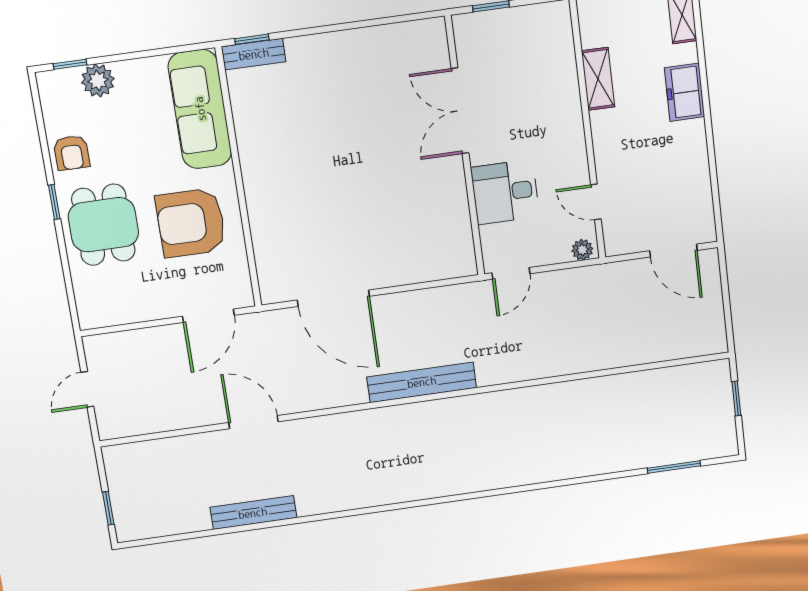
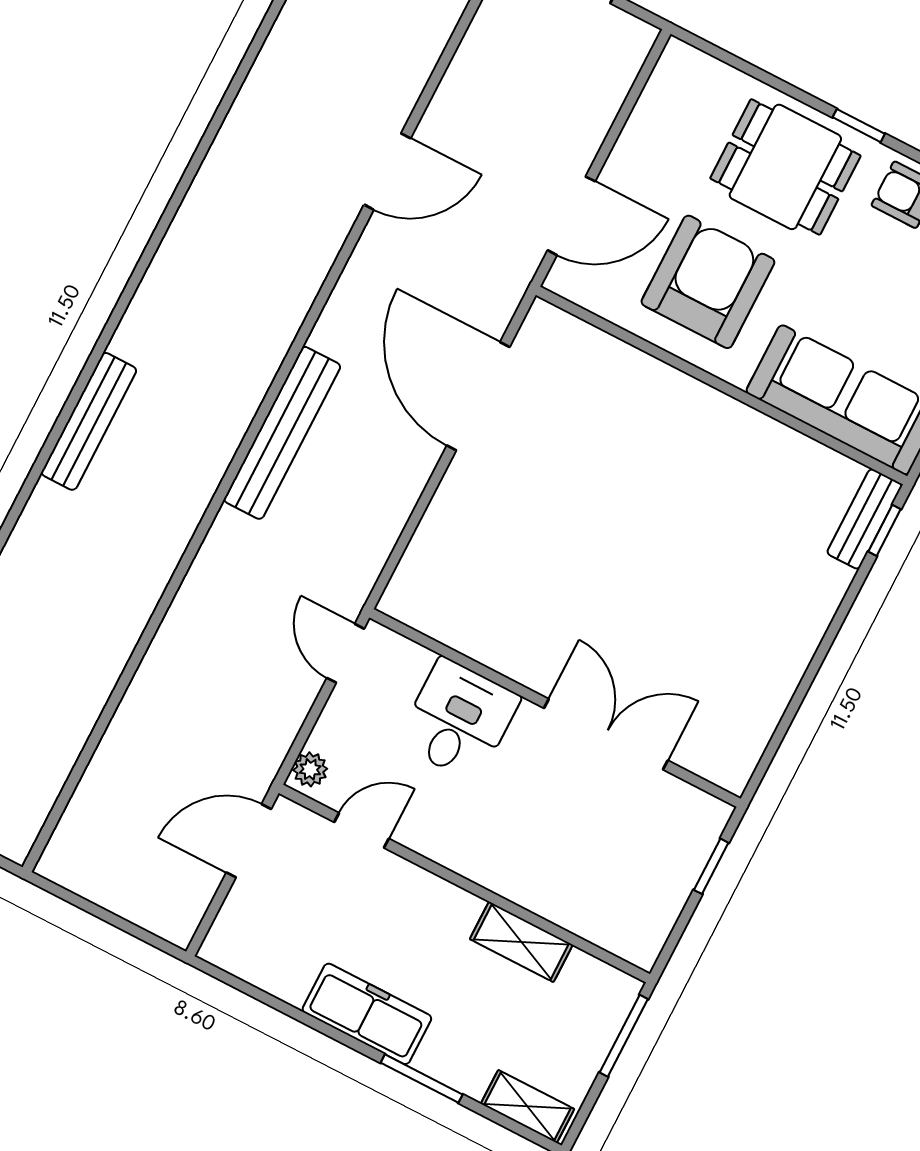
window: (704, 81) -> (422, 1079), added
freezer: (685, 92) -> (367, 1014), moved, width x1.40
door: (673, 251) -> (249, 841), moved
door: (333, 298) -> (478, 396), hinge flipped
door: (208, 316) -> (571, 216), swing flipped
bench: (253, 513) -> (89, 421), moved

